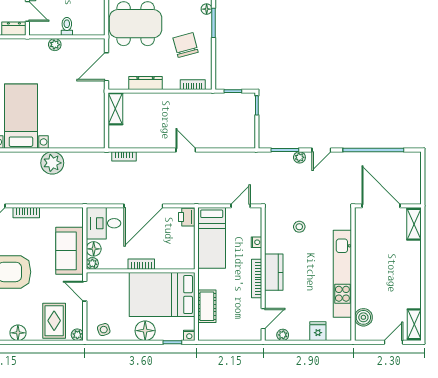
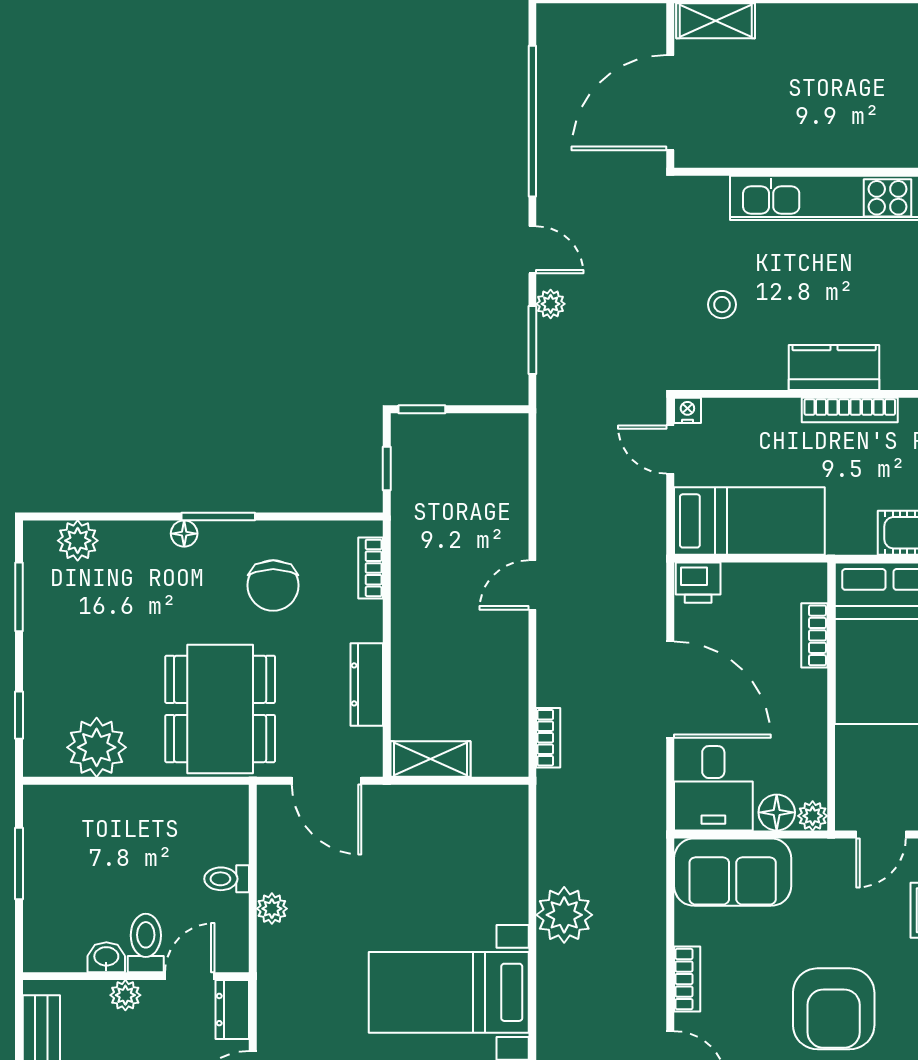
chair: (186, 45) -> (273, 585), turned -75
nightstand: (256, 242) -> (687, 410), moved
sofa: (70, 251) -> (733, 872), moved
bookcase: (141, 264) -> (814, 635), moved

